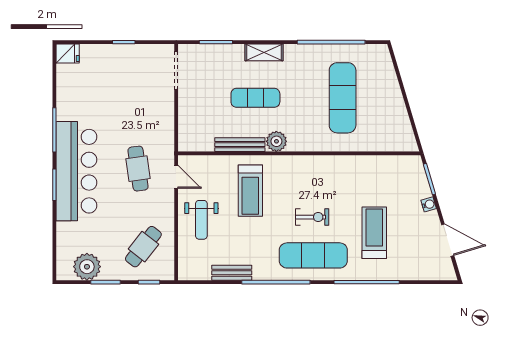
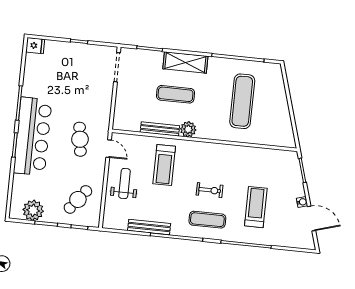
shelving: (264, 52) -> (185, 62), width x1.50, depth x1.33
water cooler: (429, 204) -> (302, 202), moved
weight bench: (201, 220) -> (124, 184), turned 180
exercise mat: (313, 255) -> (207, 220), width x0.73, depth x0.69
bench: (232, 273) -> (149, 227), width x1.36

